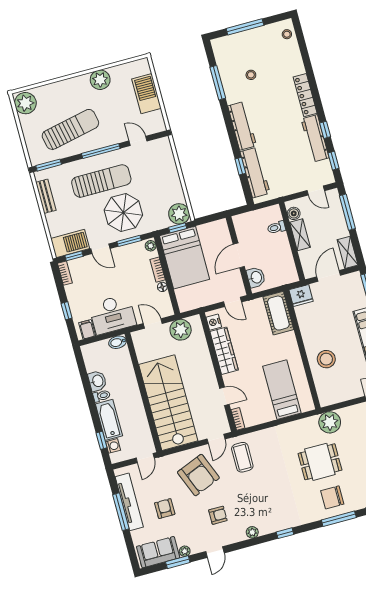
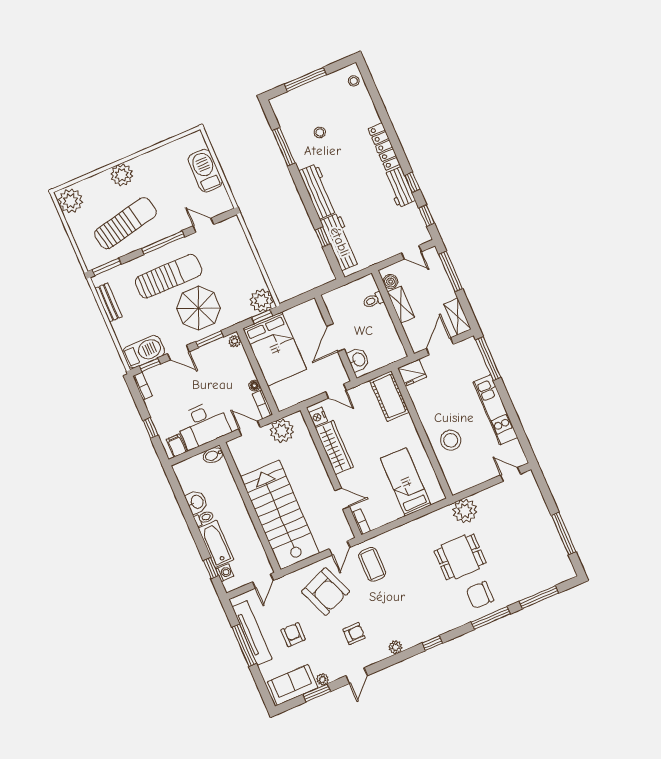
plant: (100, 80) -> (122, 175), moved
workbench: (315, 138) -> (400, 187), width x0.73
bookcase: (158, 270) -> (262, 404), moved

